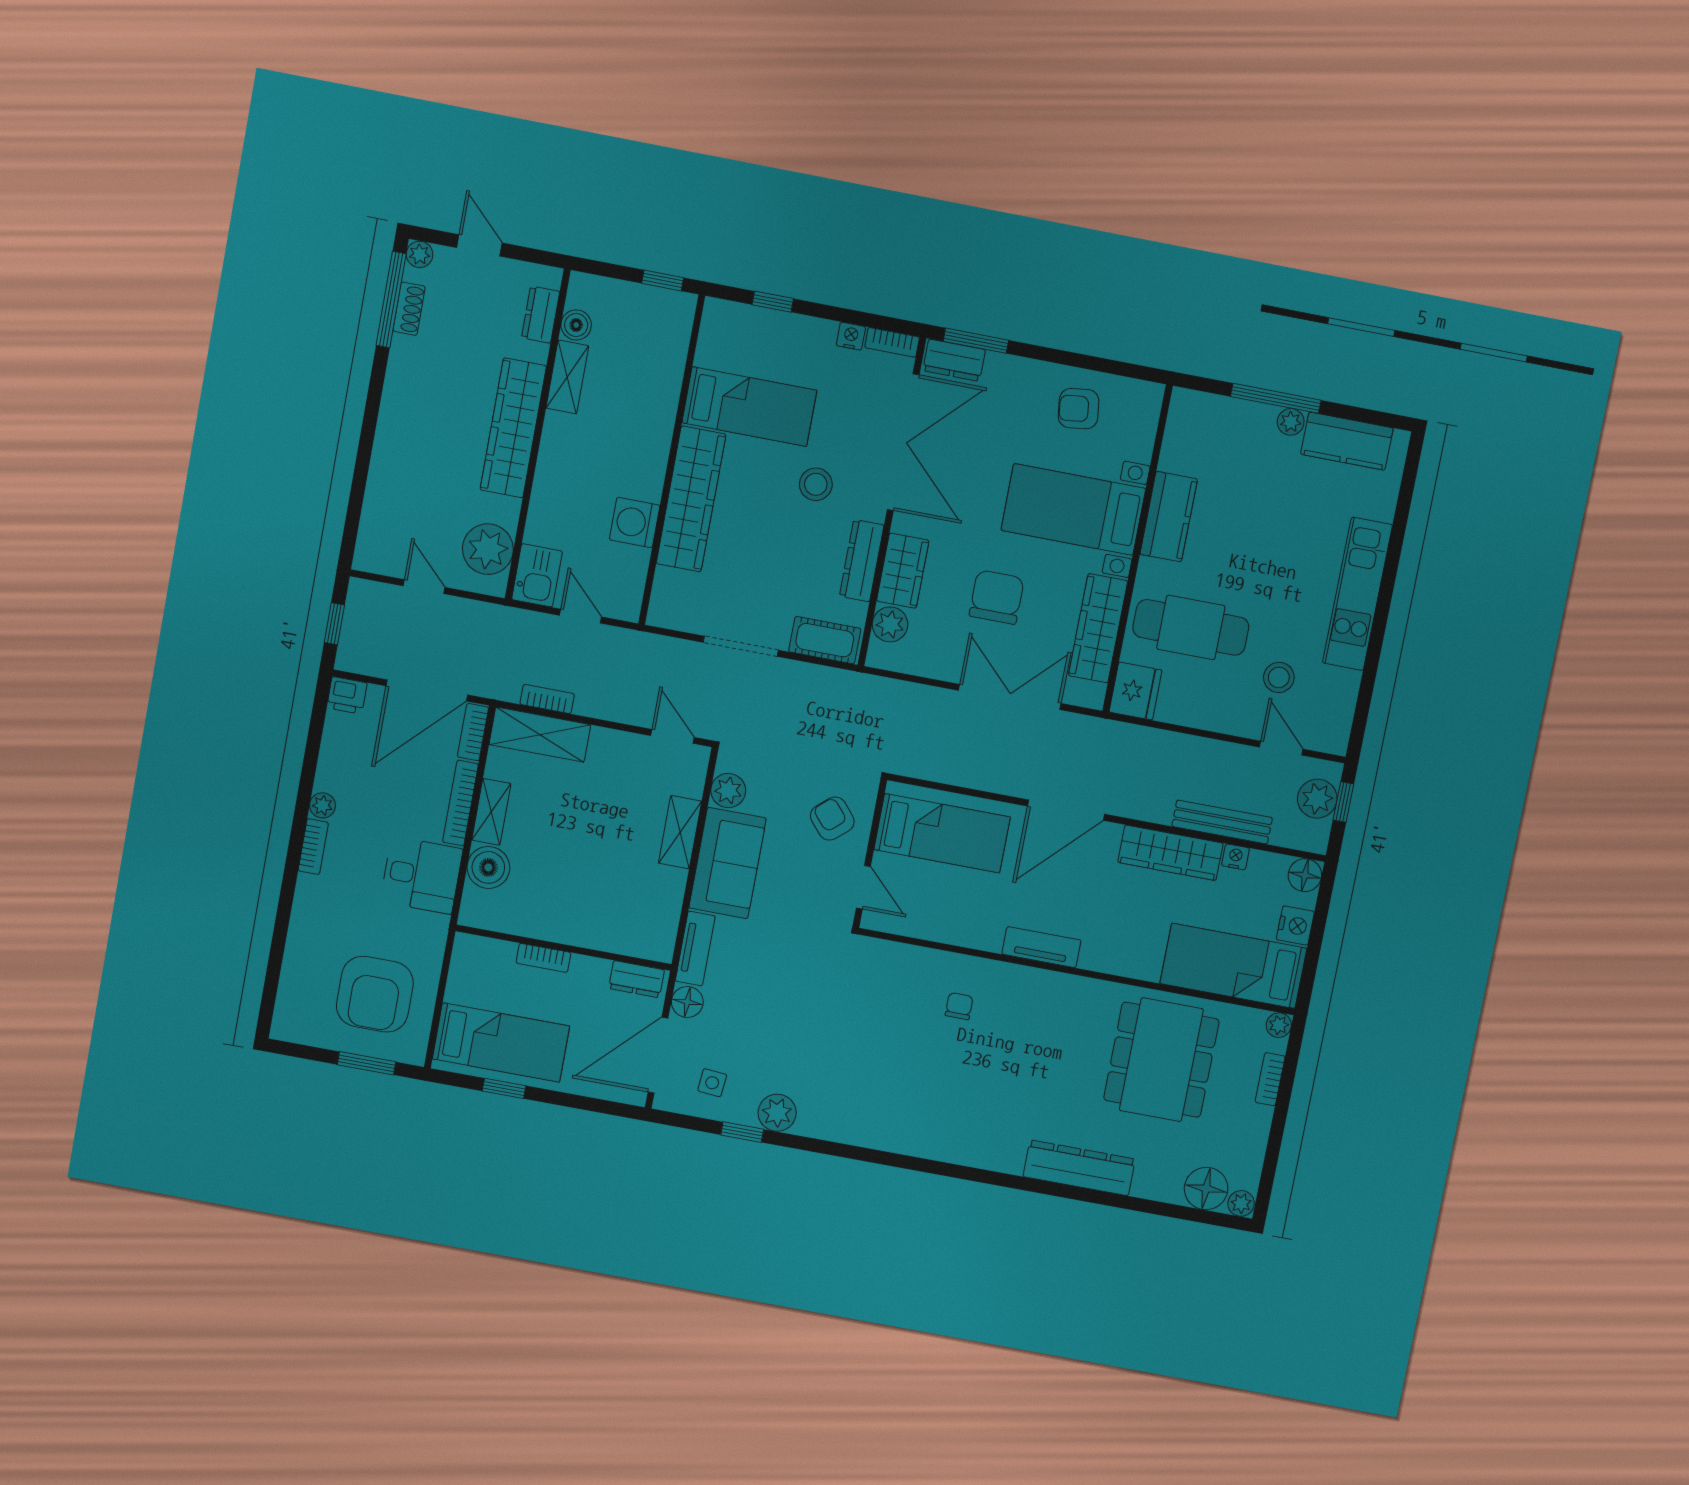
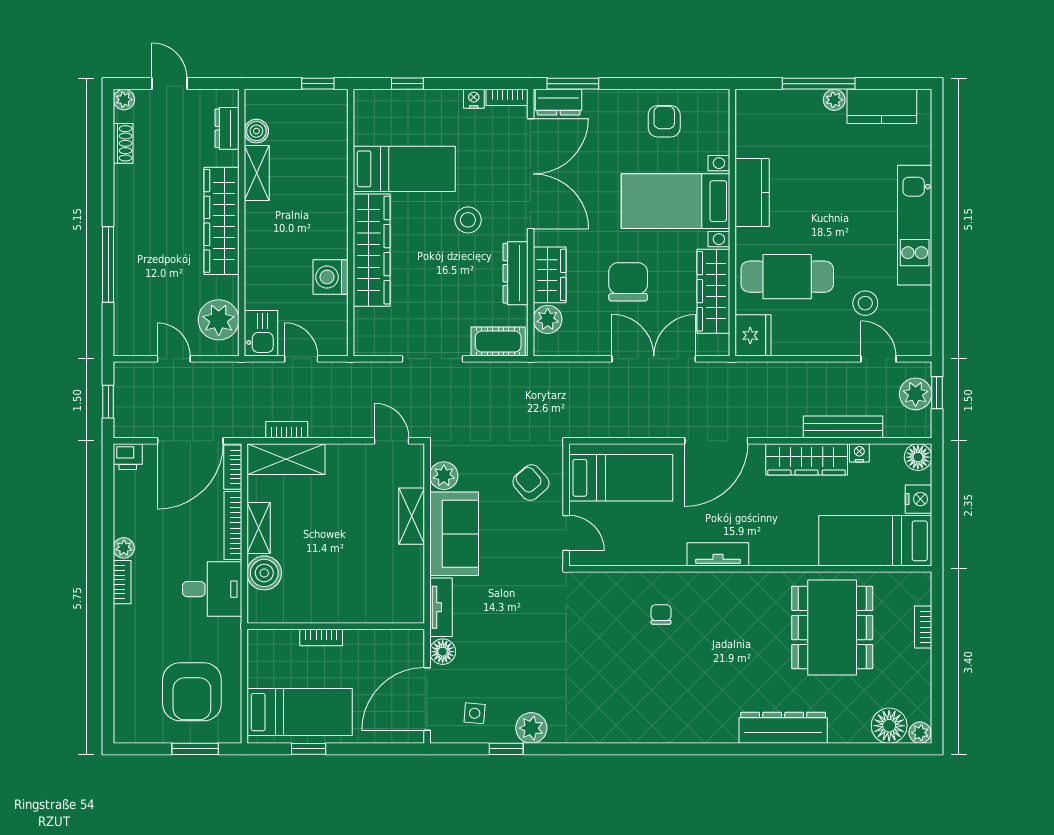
window: (391, 300) -> (108, 264), moved
armchair: (1079, 409) -> (664, 121), turned 97
dresser: (637, 979) -> (399, 641), removed
plant: (1279, 1025) -> (921, 582), removed

